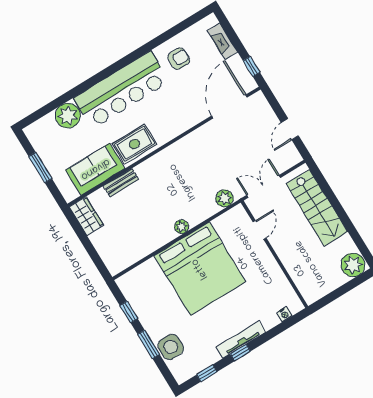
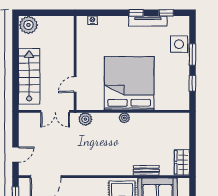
door: (290, 129) -> (16, 155), moved
tv unit: (241, 339) -> (148, 21), moved

